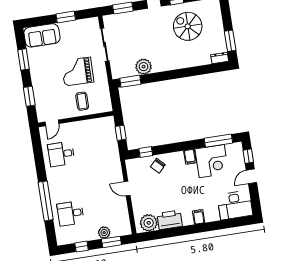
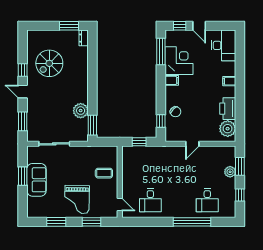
sofa: (42, 35) -> (36, 180), moved
grand piano: (77, 71) -> (77, 199), moved

